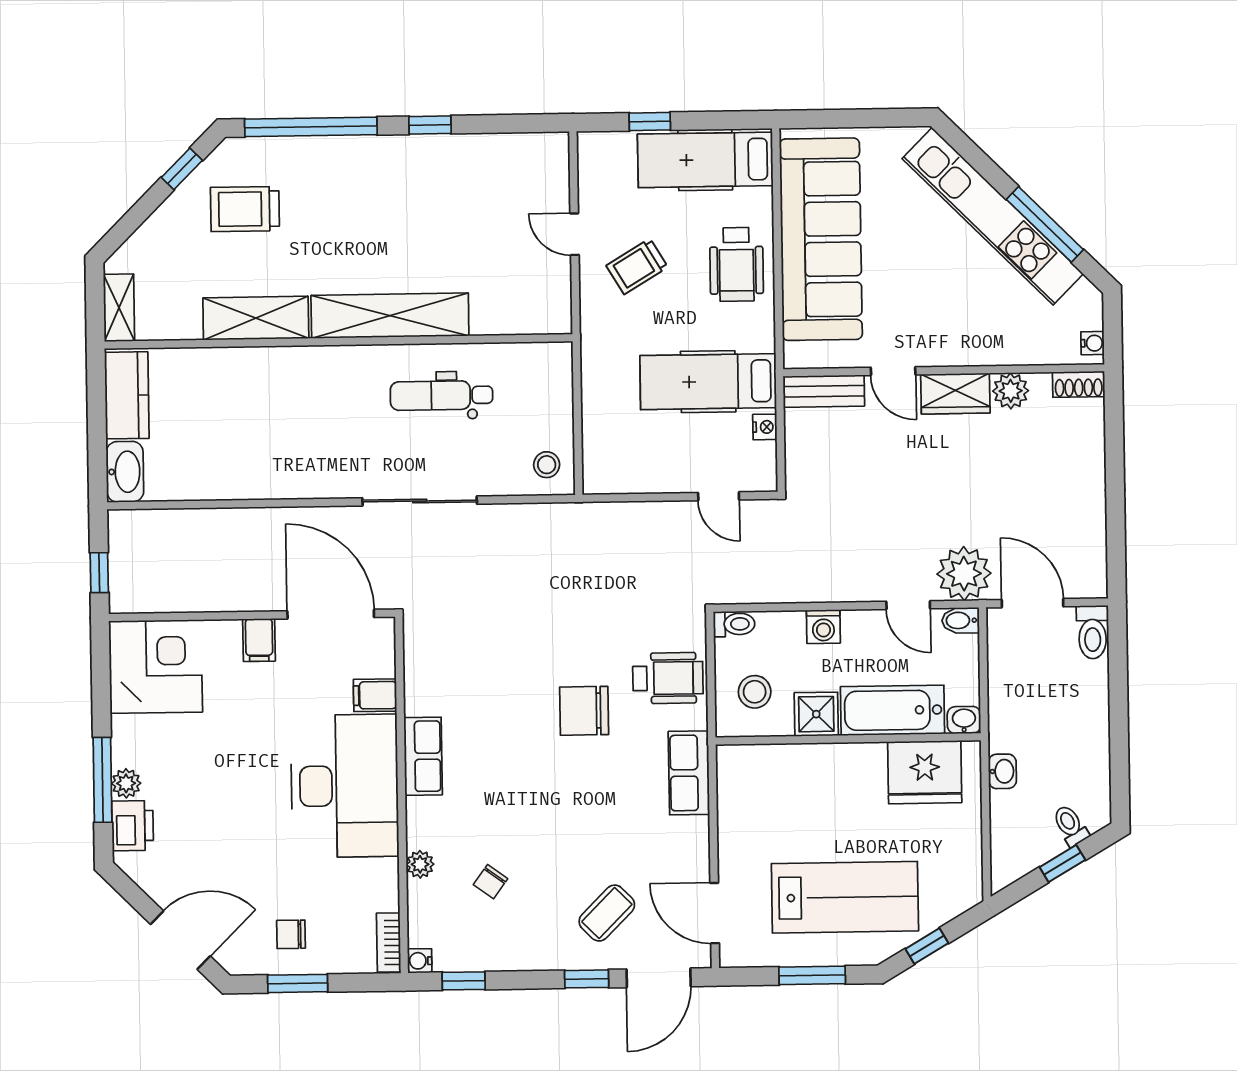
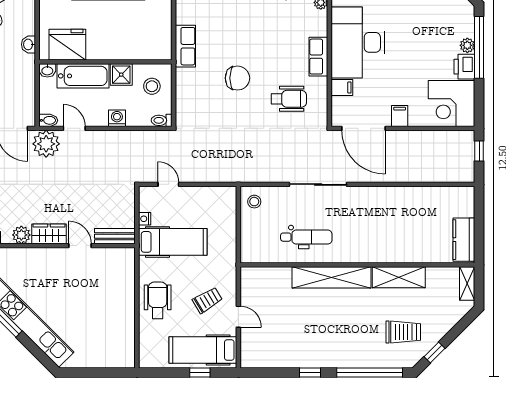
hospital bed: (705, 160) -> (203, 350), moved, turned 180
sofa: (821, 239) -> (115, 312), removed
washbasin: (125, 472) -> (465, 201), removed
wheelchair: (668, 678) -> (289, 99), moved, turned 180
window: (103, 780) -> (479, 47), width x1.46
printer: (133, 826) -> (464, 67), moved

